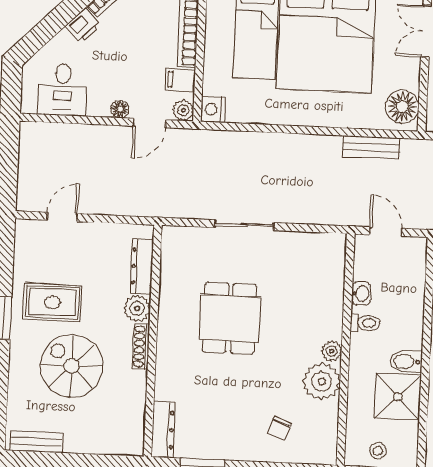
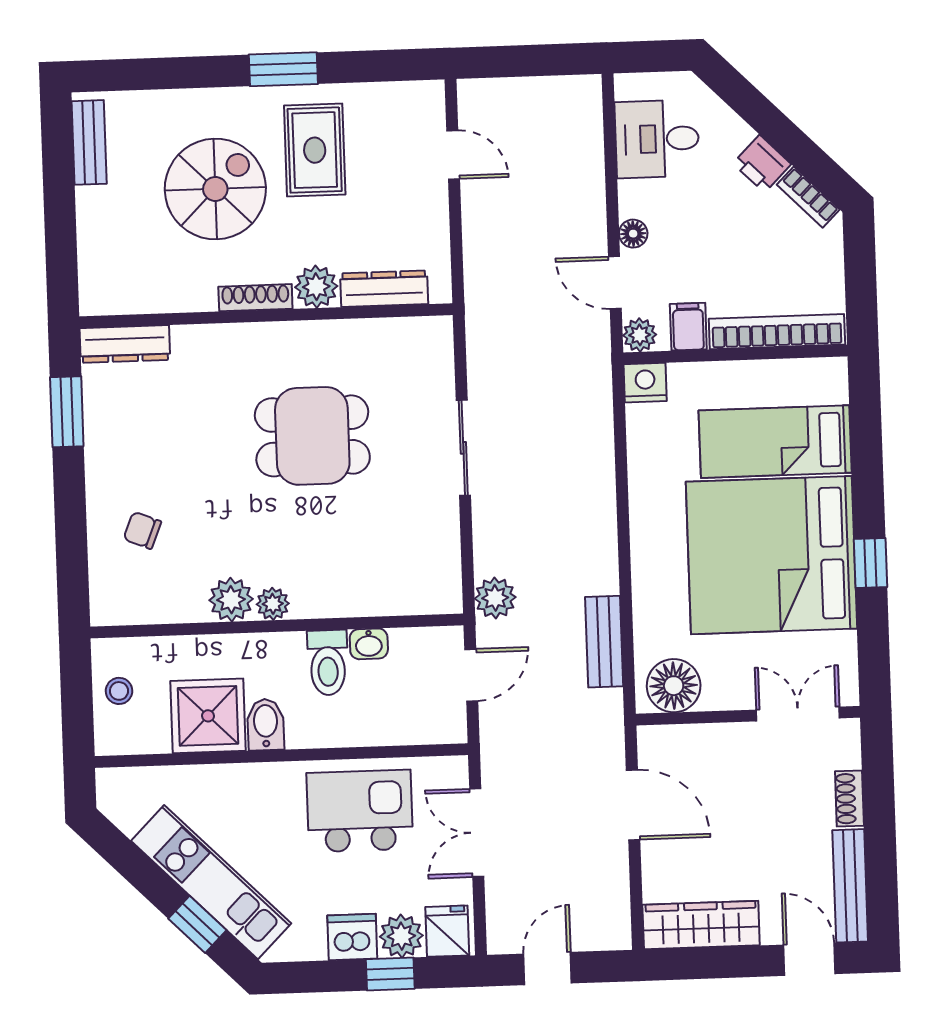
plant: (339, 213) -> (495, 598), added
toilet: (365, 323) -> (328, 663), width x1.37, depth x1.39
plant: (322, 381) -> (231, 600), width x0.73, depth x0.73

